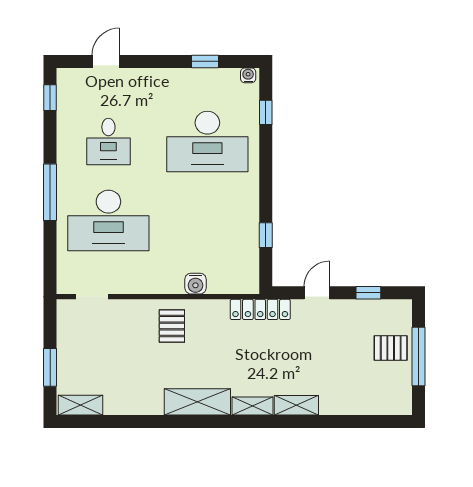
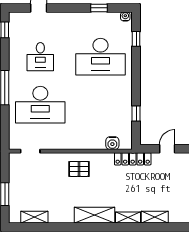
water cooler: (195, 284) -> (112, 143), moved
pallet: (172, 326) -> (79, 169), turned 90
shelving: (81, 405) -> (34, 217), moved

